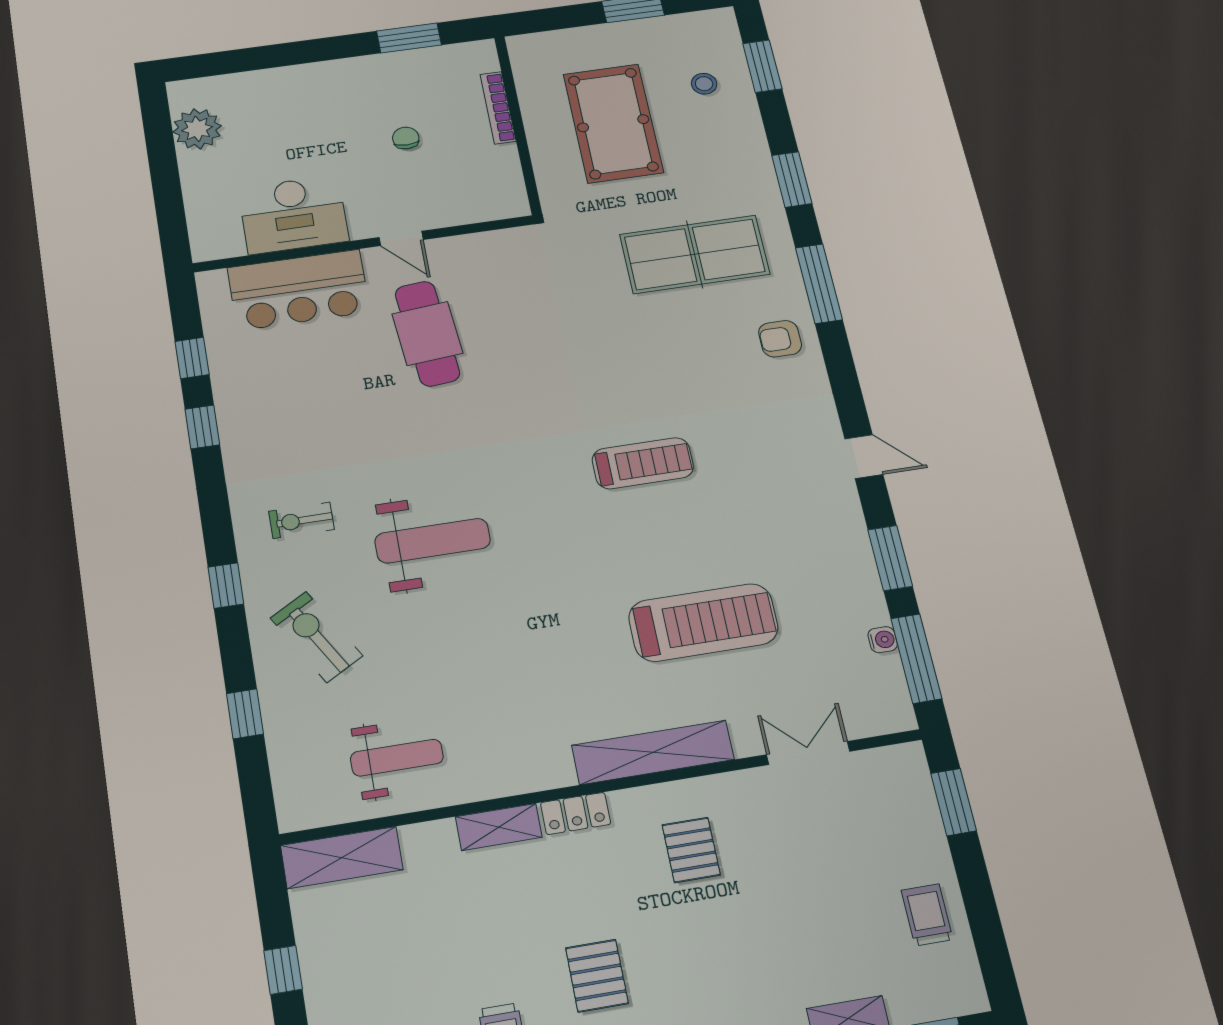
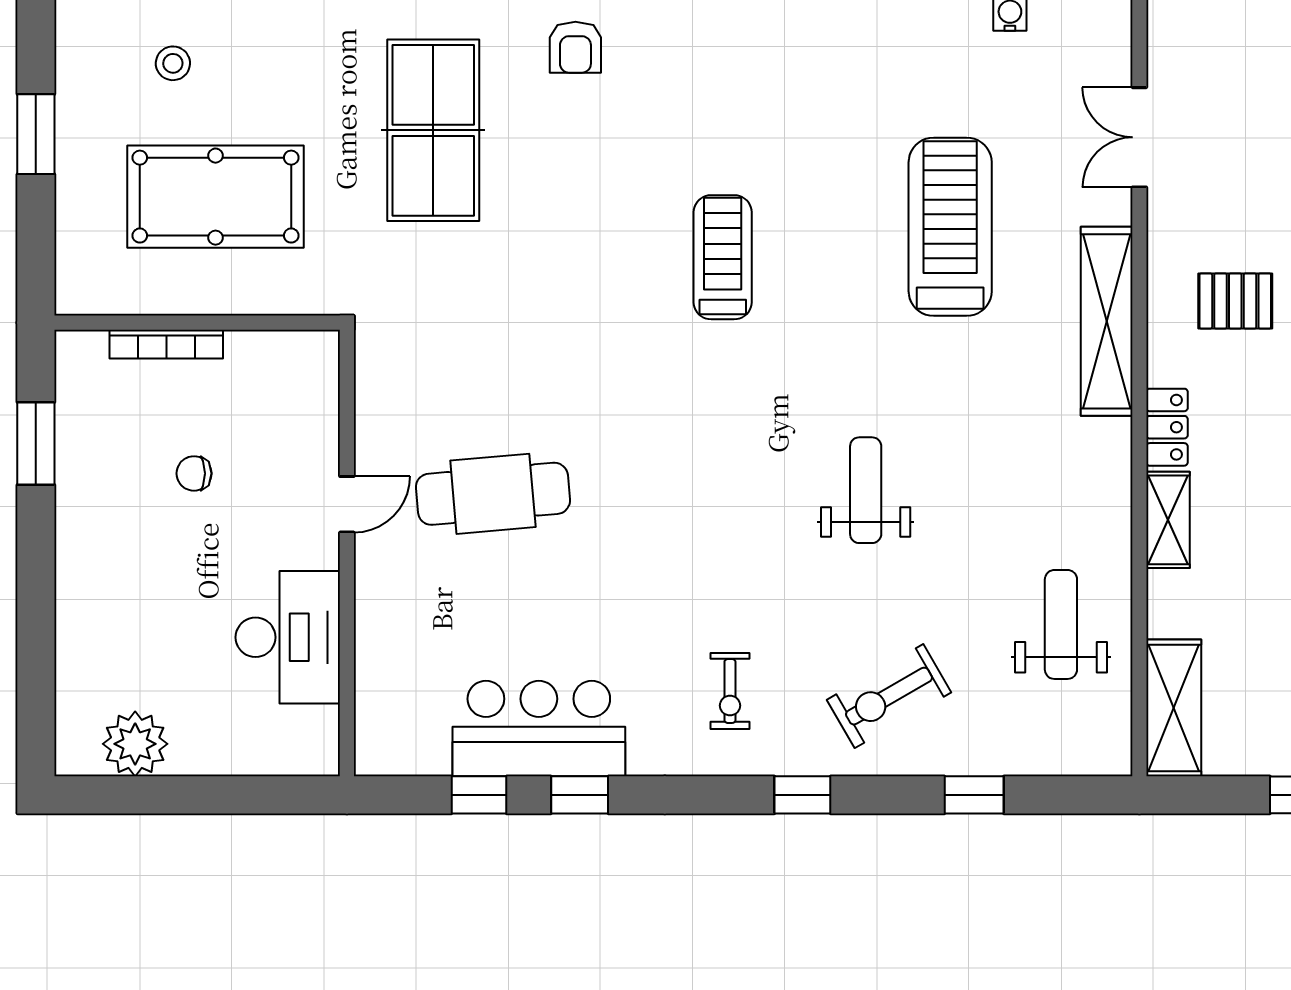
bar counter: (299, 290) -> (539, 729), moved, turned -90
weight bench: (433, 541) -> (866, 490), moved, width x0.73, depth x0.75

